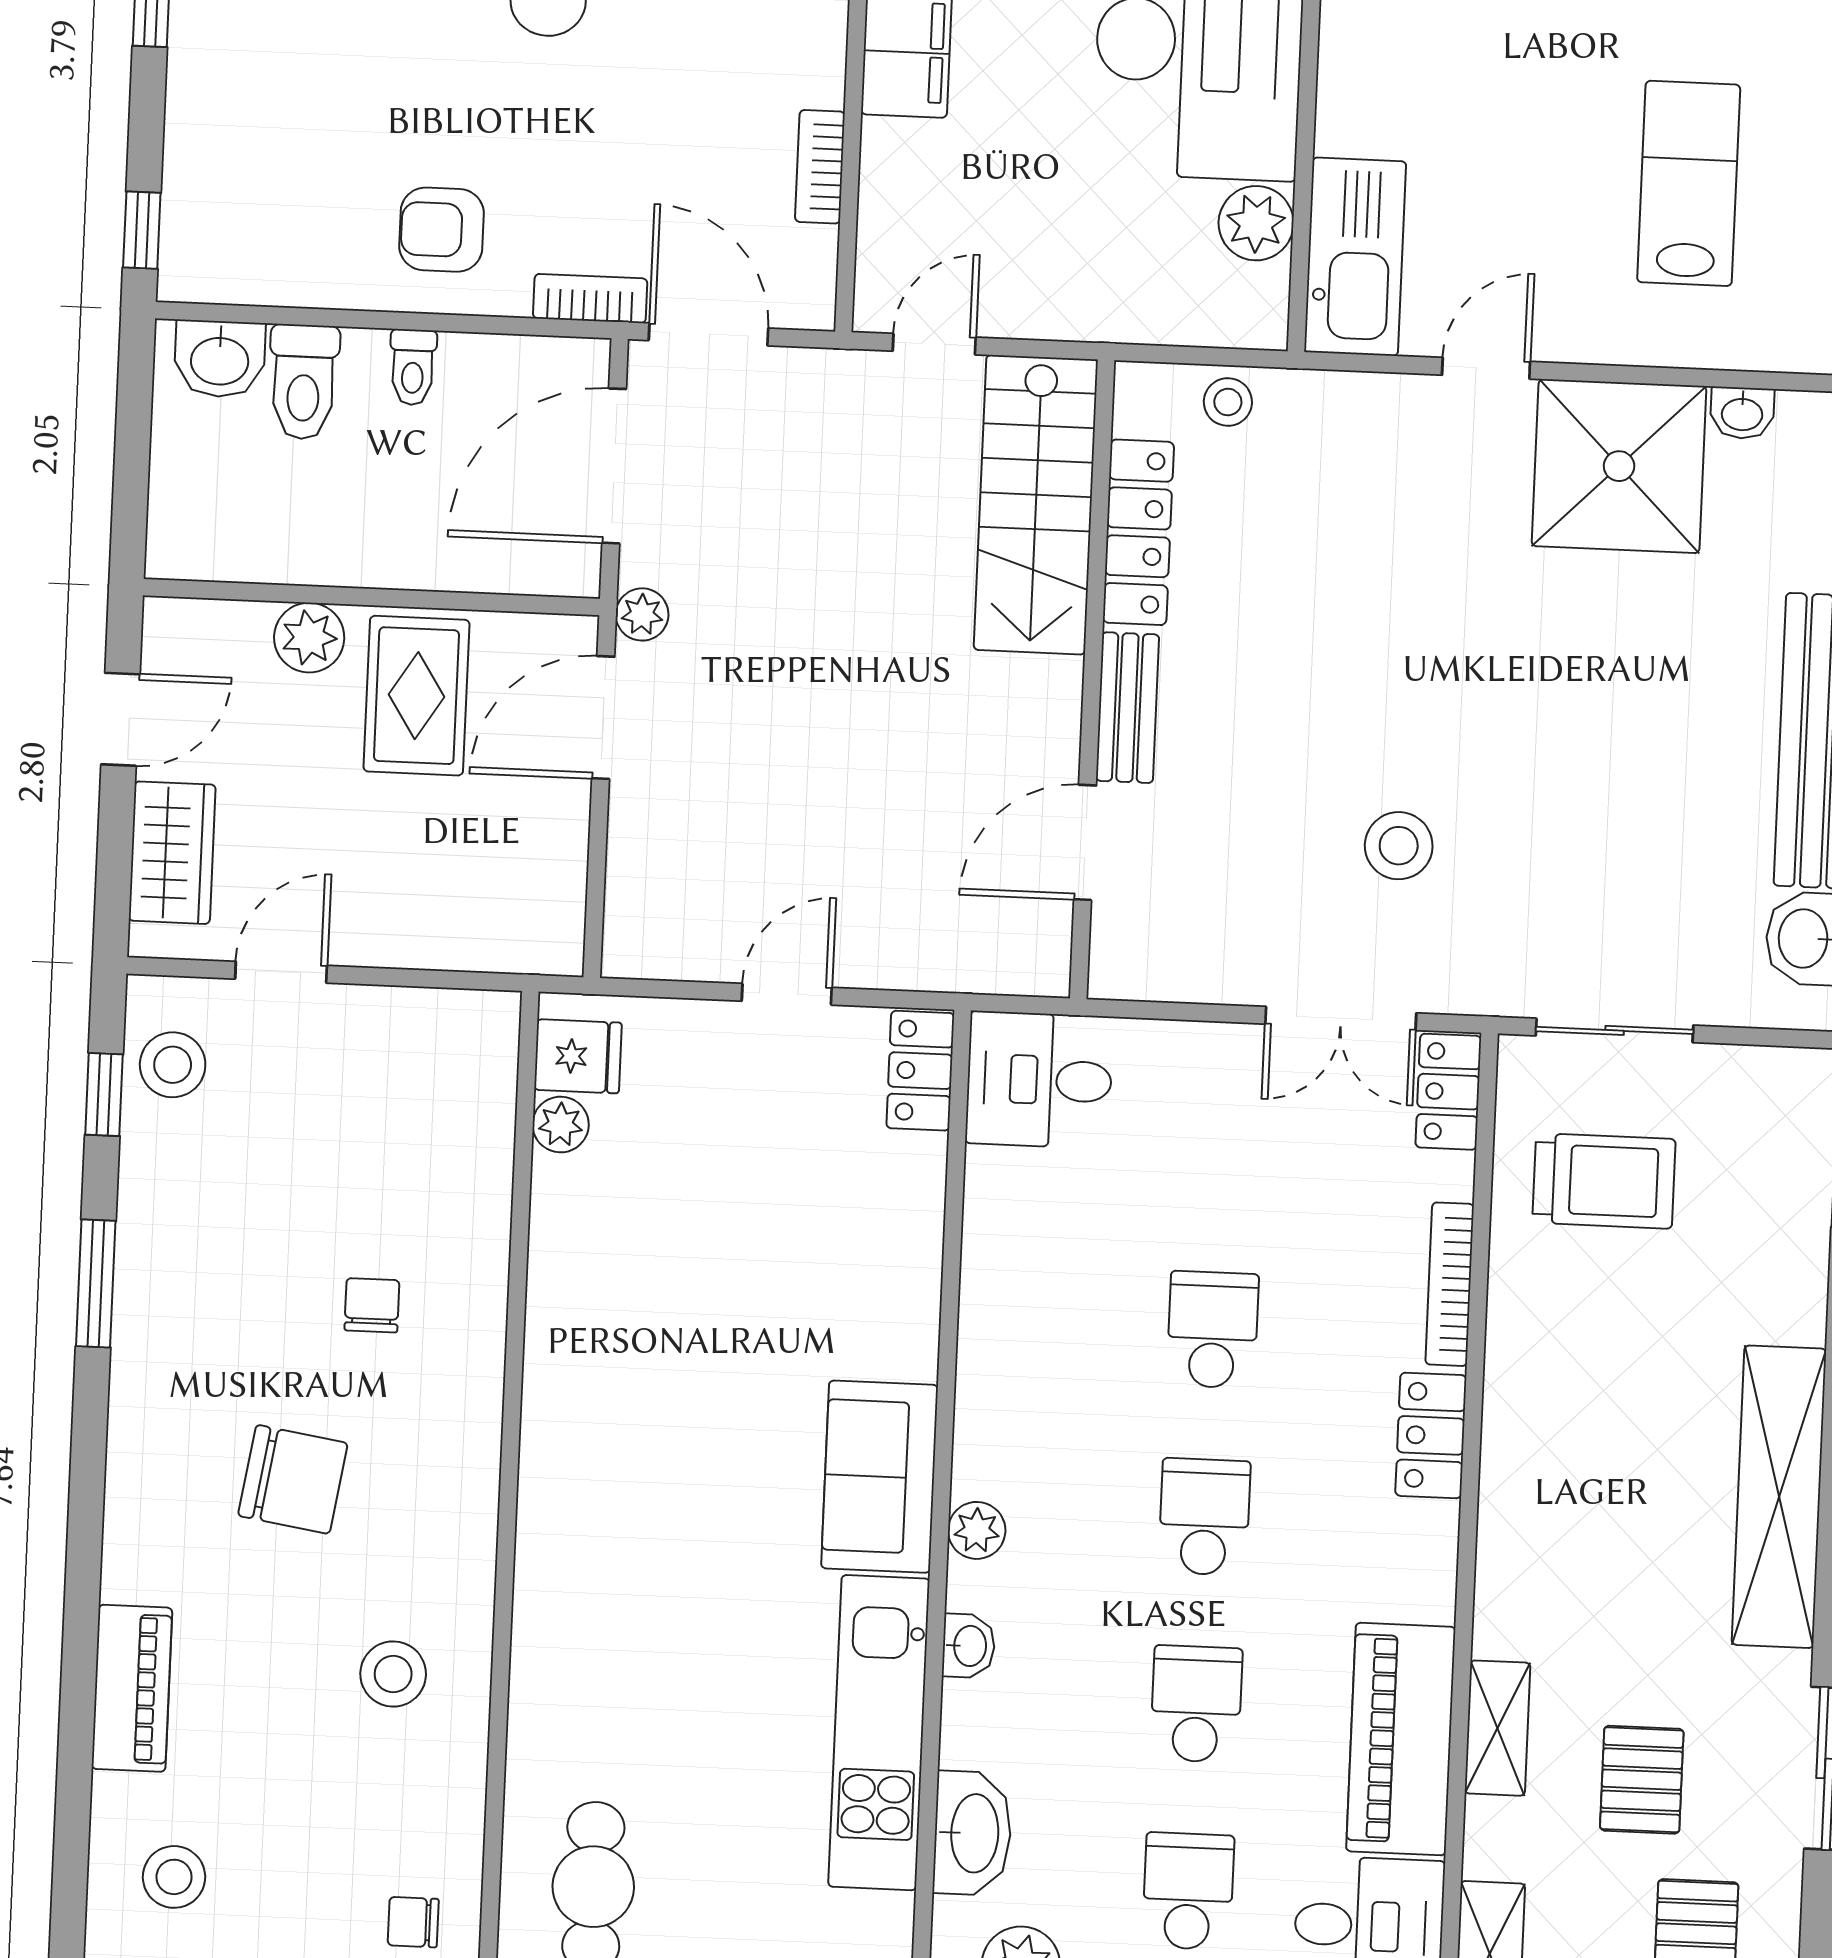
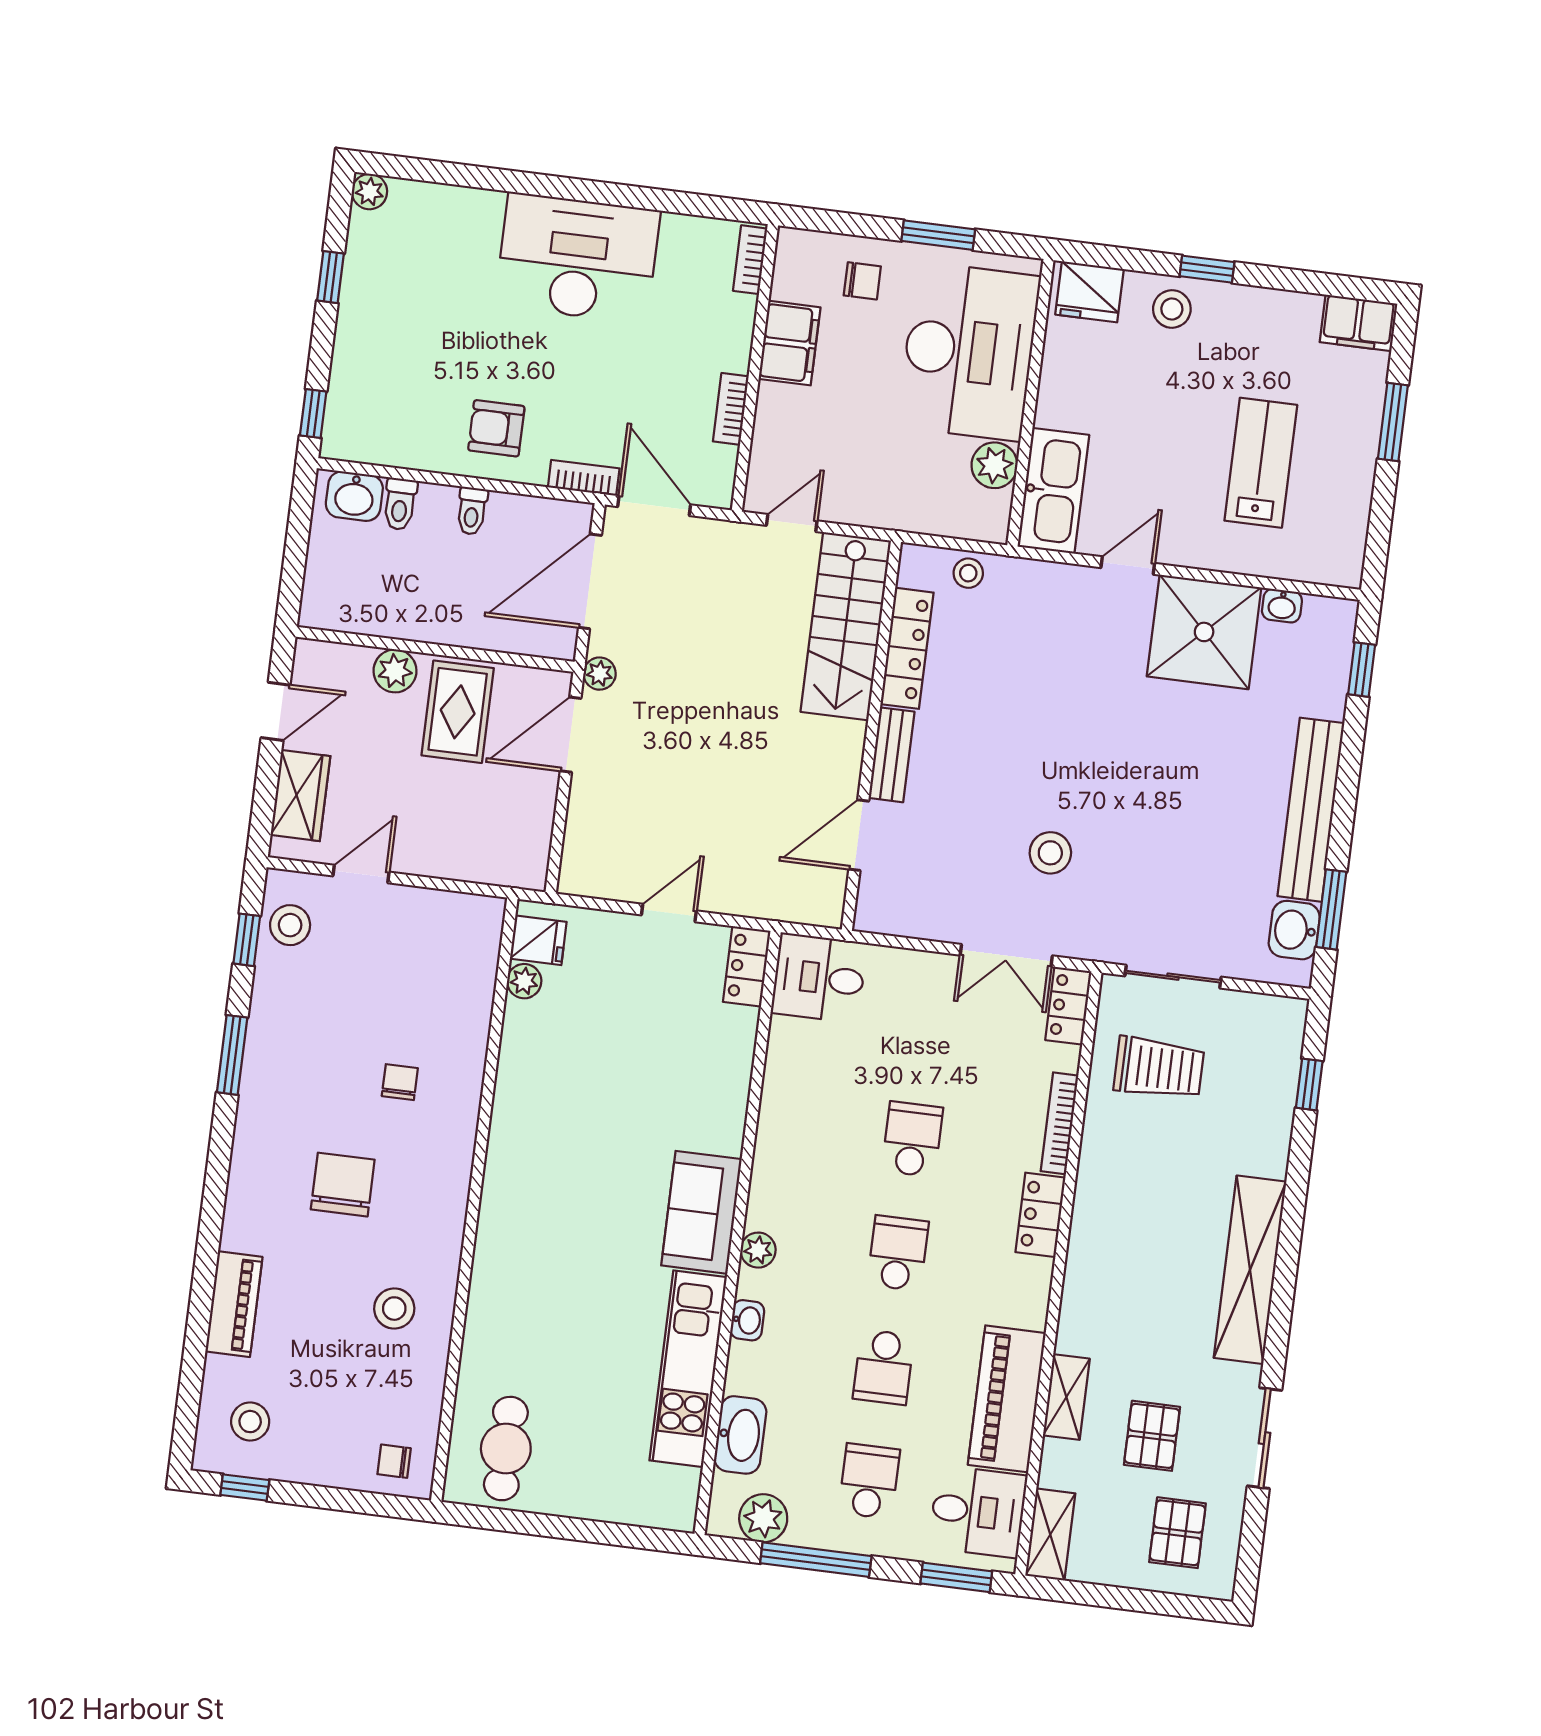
toilet: (304, 382) -> (400, 504), width x0.73, depth x0.72
chair: (293, 1479) -> (343, 1185), turned -99
school desk: (1196, 1704) -> (884, 1367), turned 180

